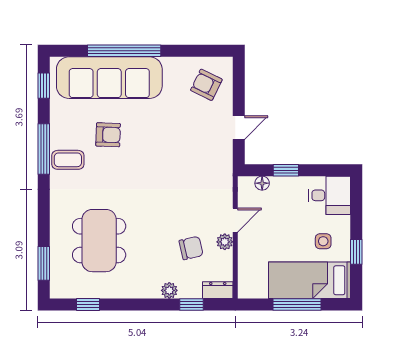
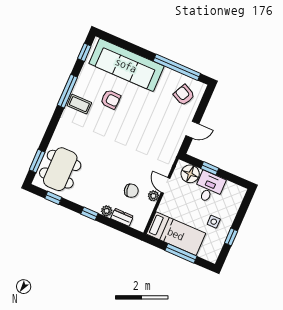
window: (124, 51) -> (177, 67), moved
floor lamp: (262, 183) -> (190, 174), width x1.89, depth x1.89
desk: (330, 195) -> (209, 187), moved, turned -90
door: (235, 220) -> (166, 185), swing flipped
dining table: (99, 241) -> (60, 169), moved
bed: (309, 280) -> (176, 234), moved, turned 180
dresser: (218, 290) -> (122, 217), moved
window: (192, 305) -> (89, 214), moved

